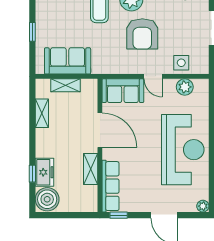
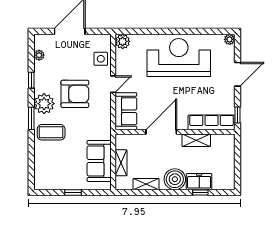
plant: (185, 87) -> (123, 41), moved
boiler: (47, 199) -> (175, 179), moved

